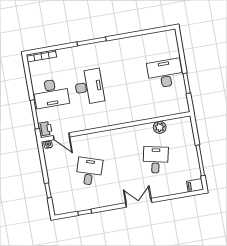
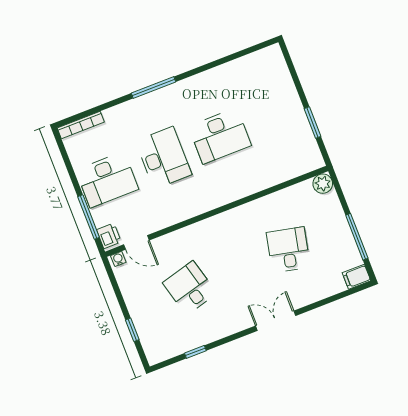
desk: (165, 73) -> (220, 136), moved, turned 180
plant: (160, 127) -> (323, 184), moved
desk: (89, 171) -> (190, 288), turned -33

